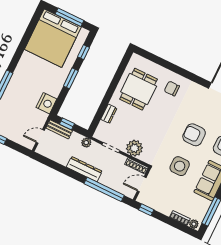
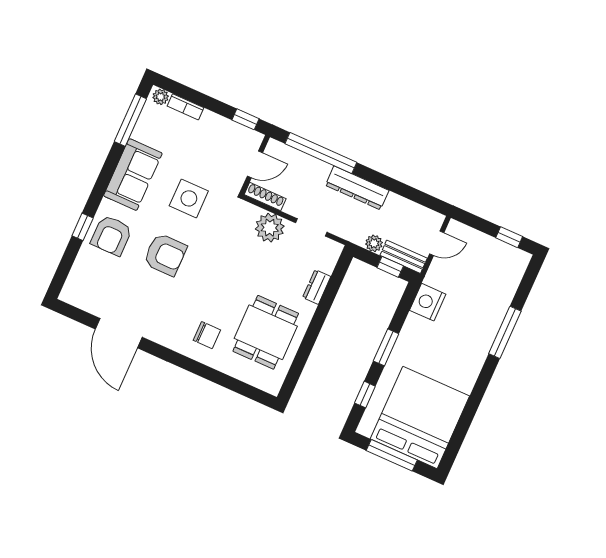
plant: (86, 143) -> (374, 243), moved

